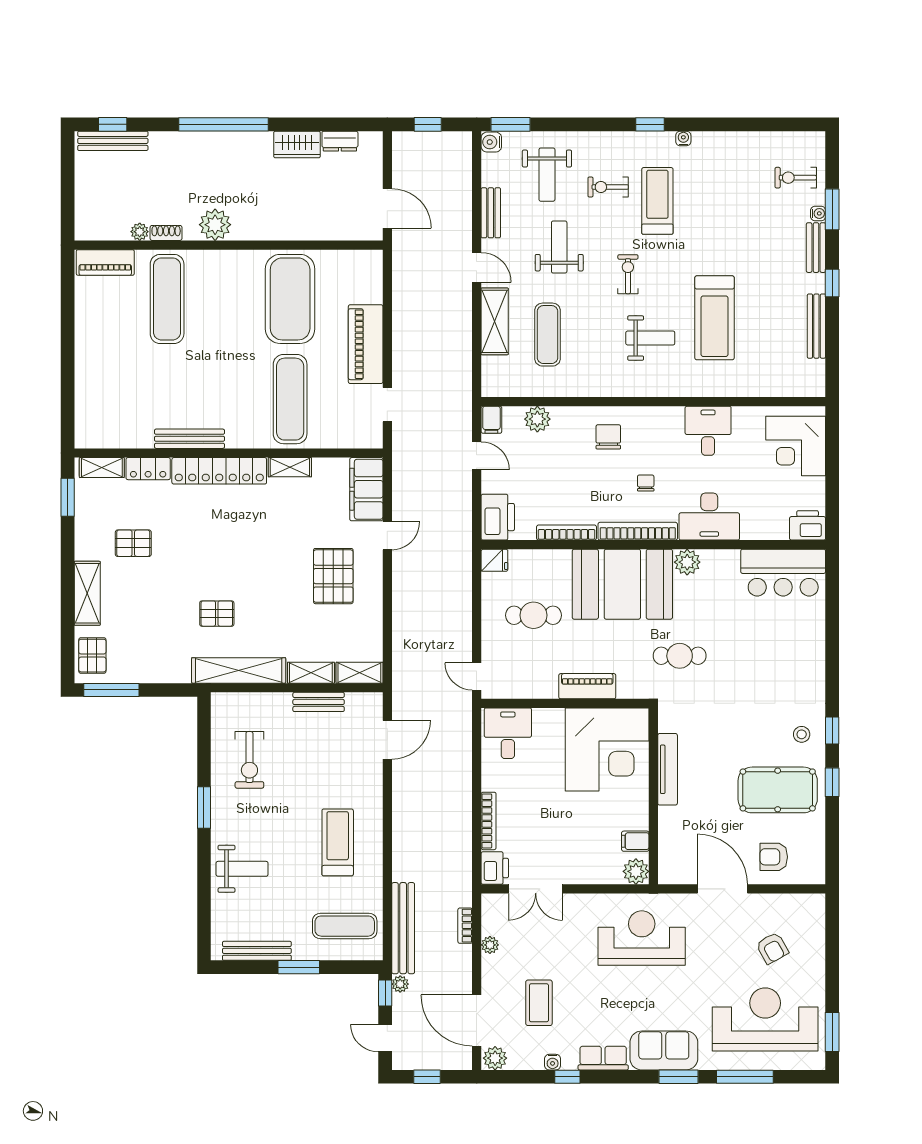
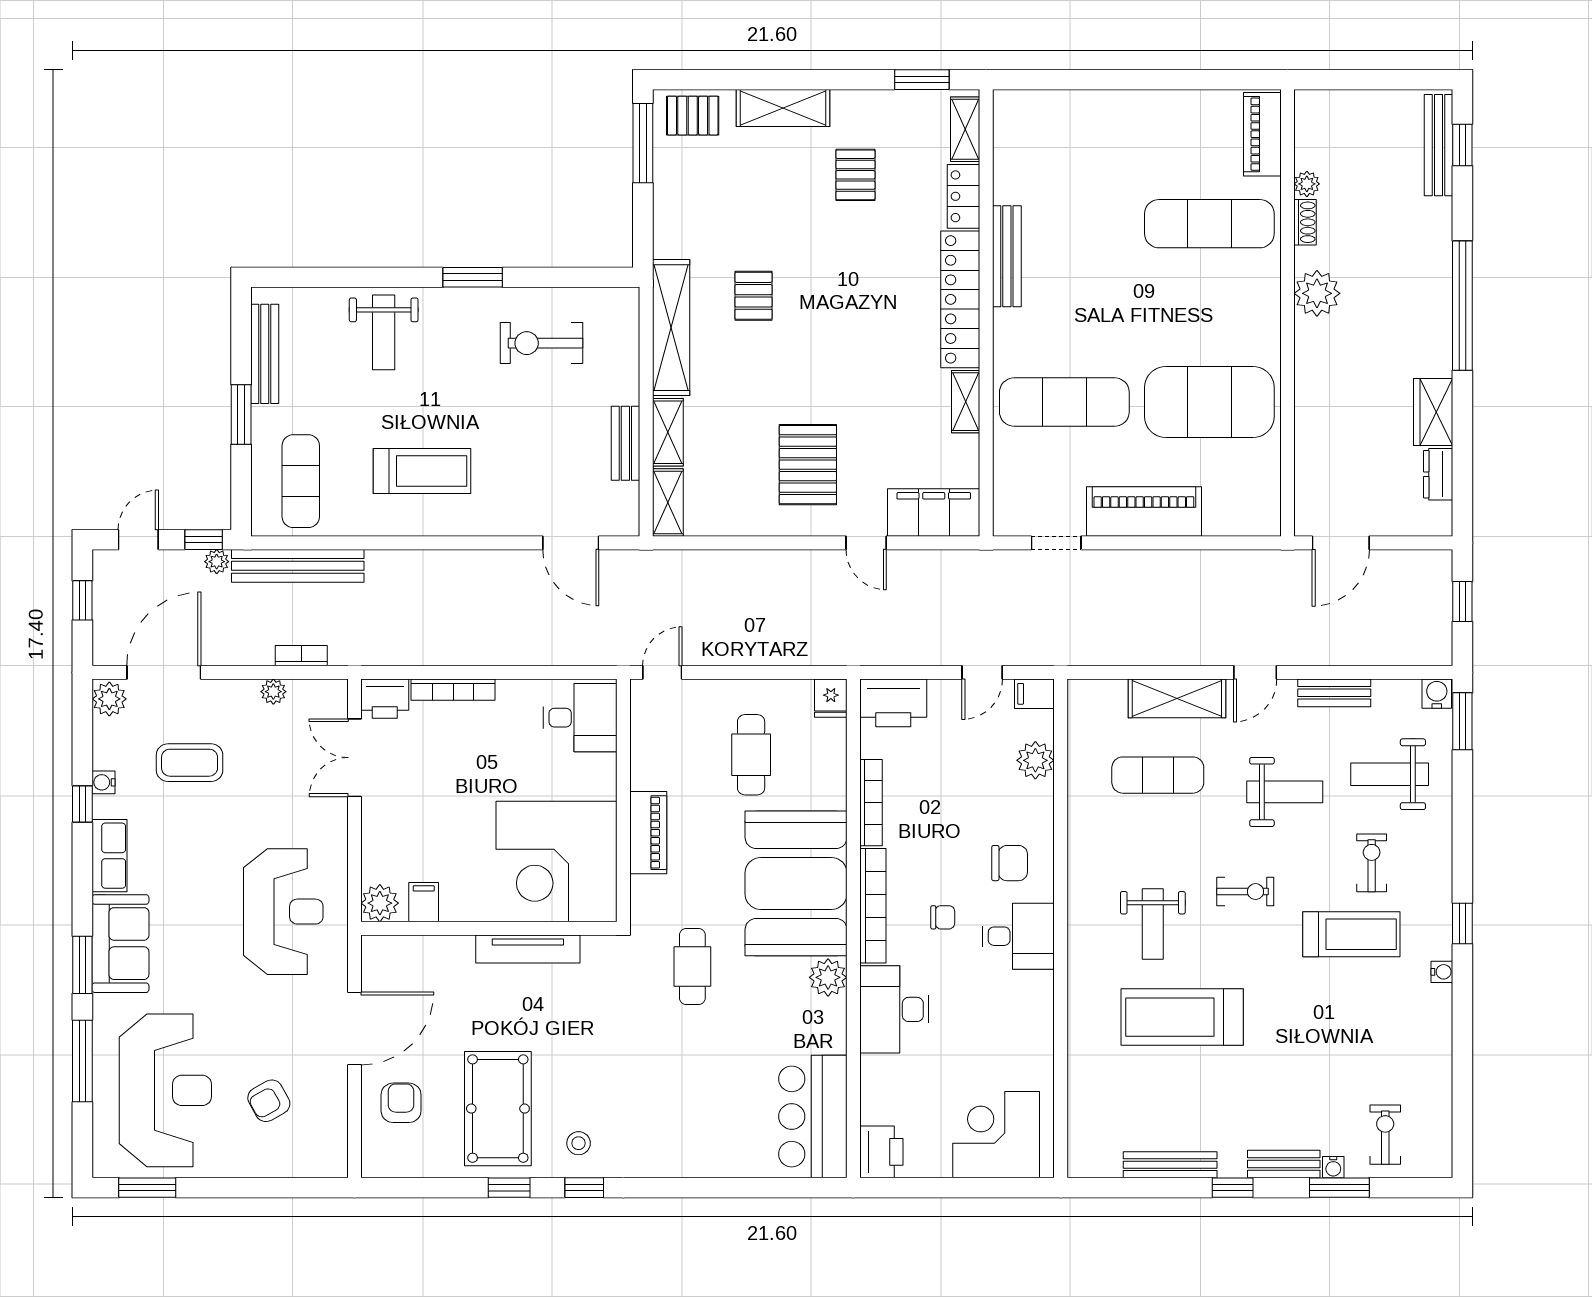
desk: (708, 431) -> (1018, 936), moved
pallet: (333, 576) -> (808, 465), turned 90

